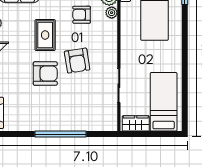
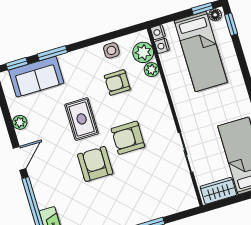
armchair: (77, 61) -> (128, 138), turned 99
armchair: (45, 74) -> (95, 164), turned -90

